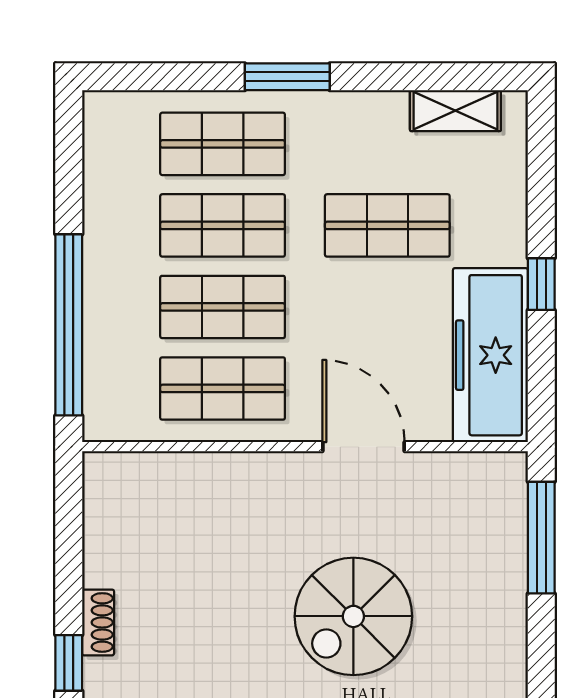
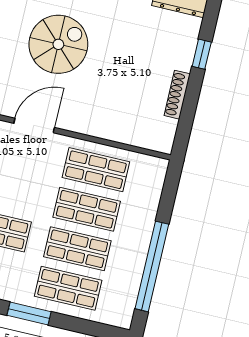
window: (69, 325) -> (152, 266), moved
door: (363, 447) -> (34, 125), swing flipped
shoe rack: (98, 622) -> (177, 95), moved, width x1.43

